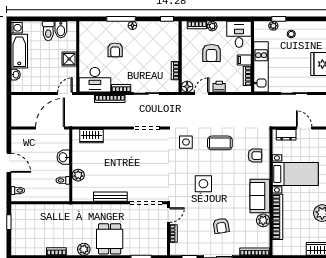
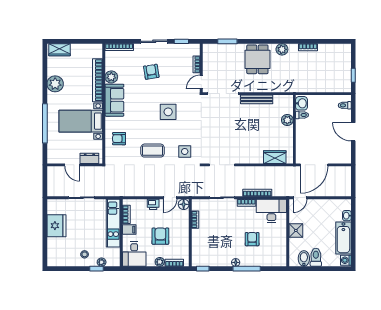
washbasin: (63, 157) -> (301, 103), moved

